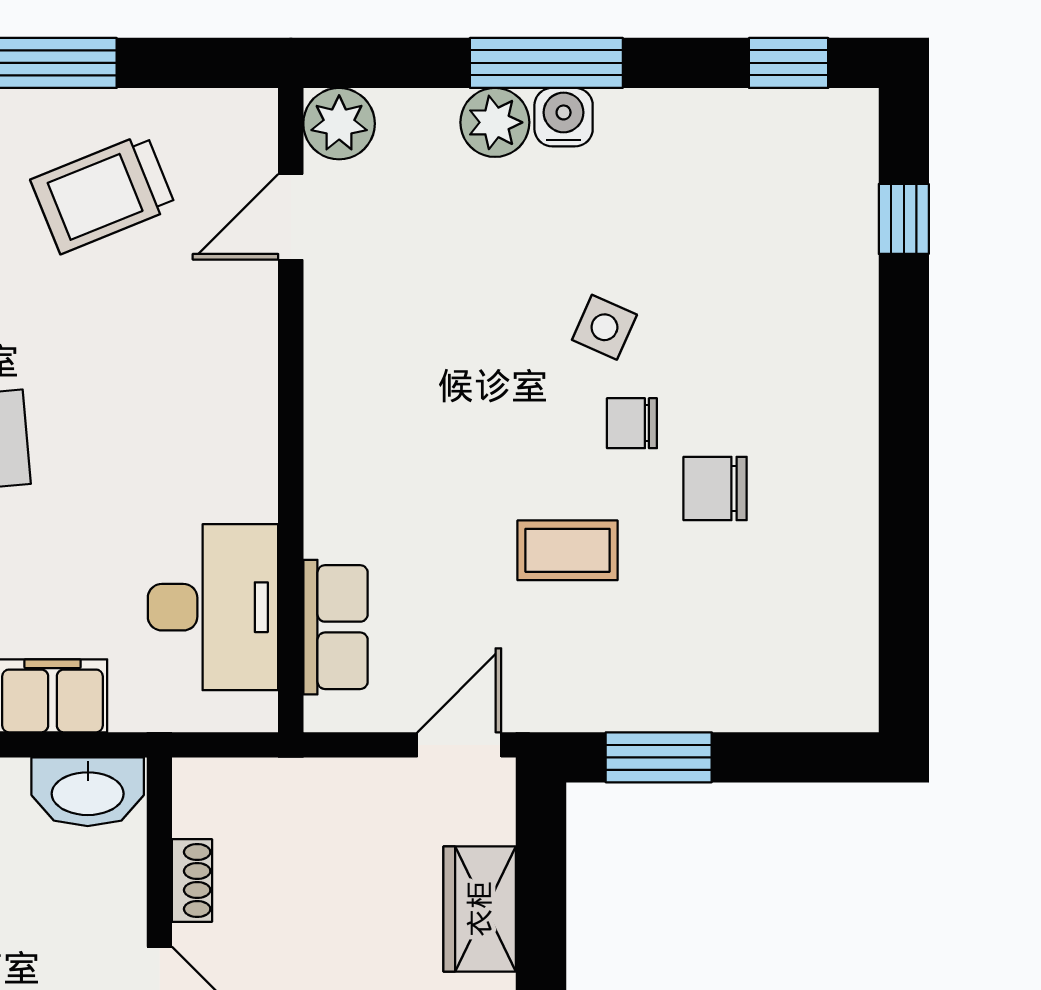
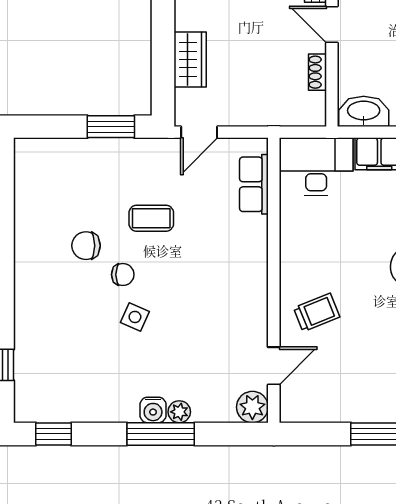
plant: (495, 122) -> (179, 412), width x0.73, depth x0.73
trolley: (103, 194) -> (317, 312), moved, width x0.73, depth x0.72
chair: (715, 488) -> (86, 246), turned 180
desk: (213, 607) -> (316, 167), moved, turned 90

